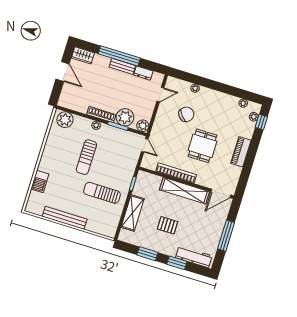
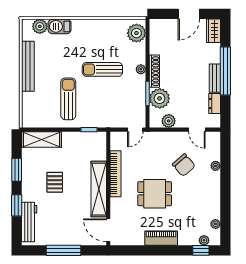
plant: (143, 126) -> (169, 121), moved
plant: (35, 198) -> (40, 26), added
shelving: (133, 213) -> (42, 139), moved

